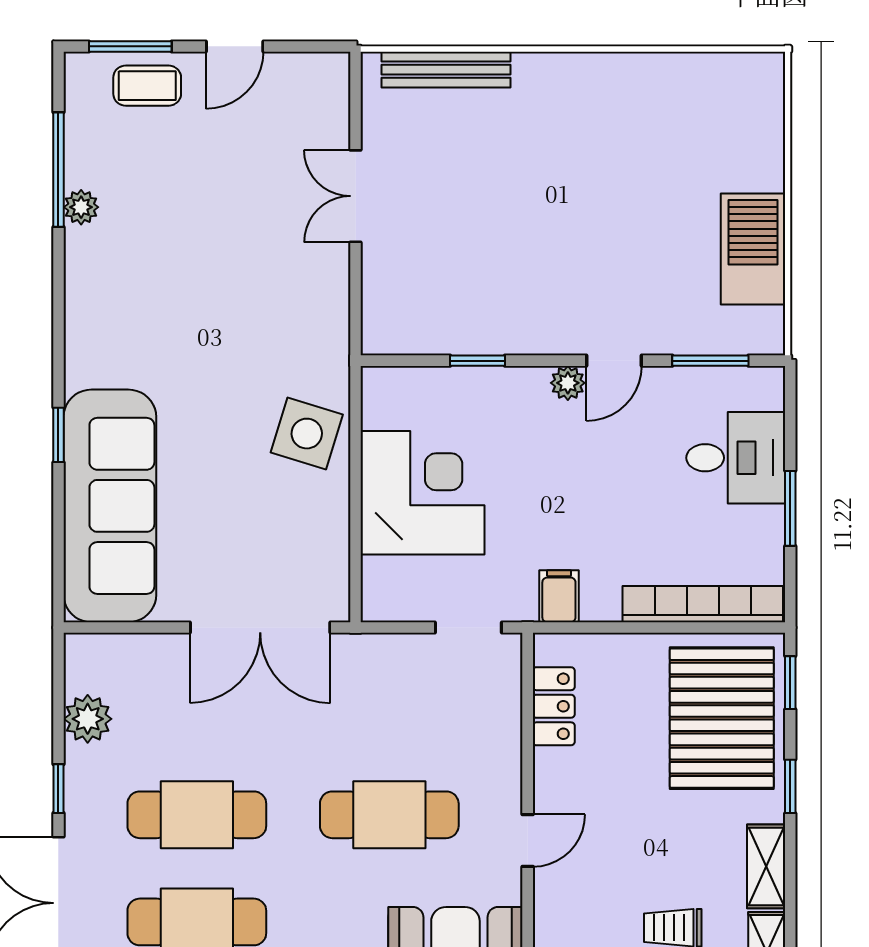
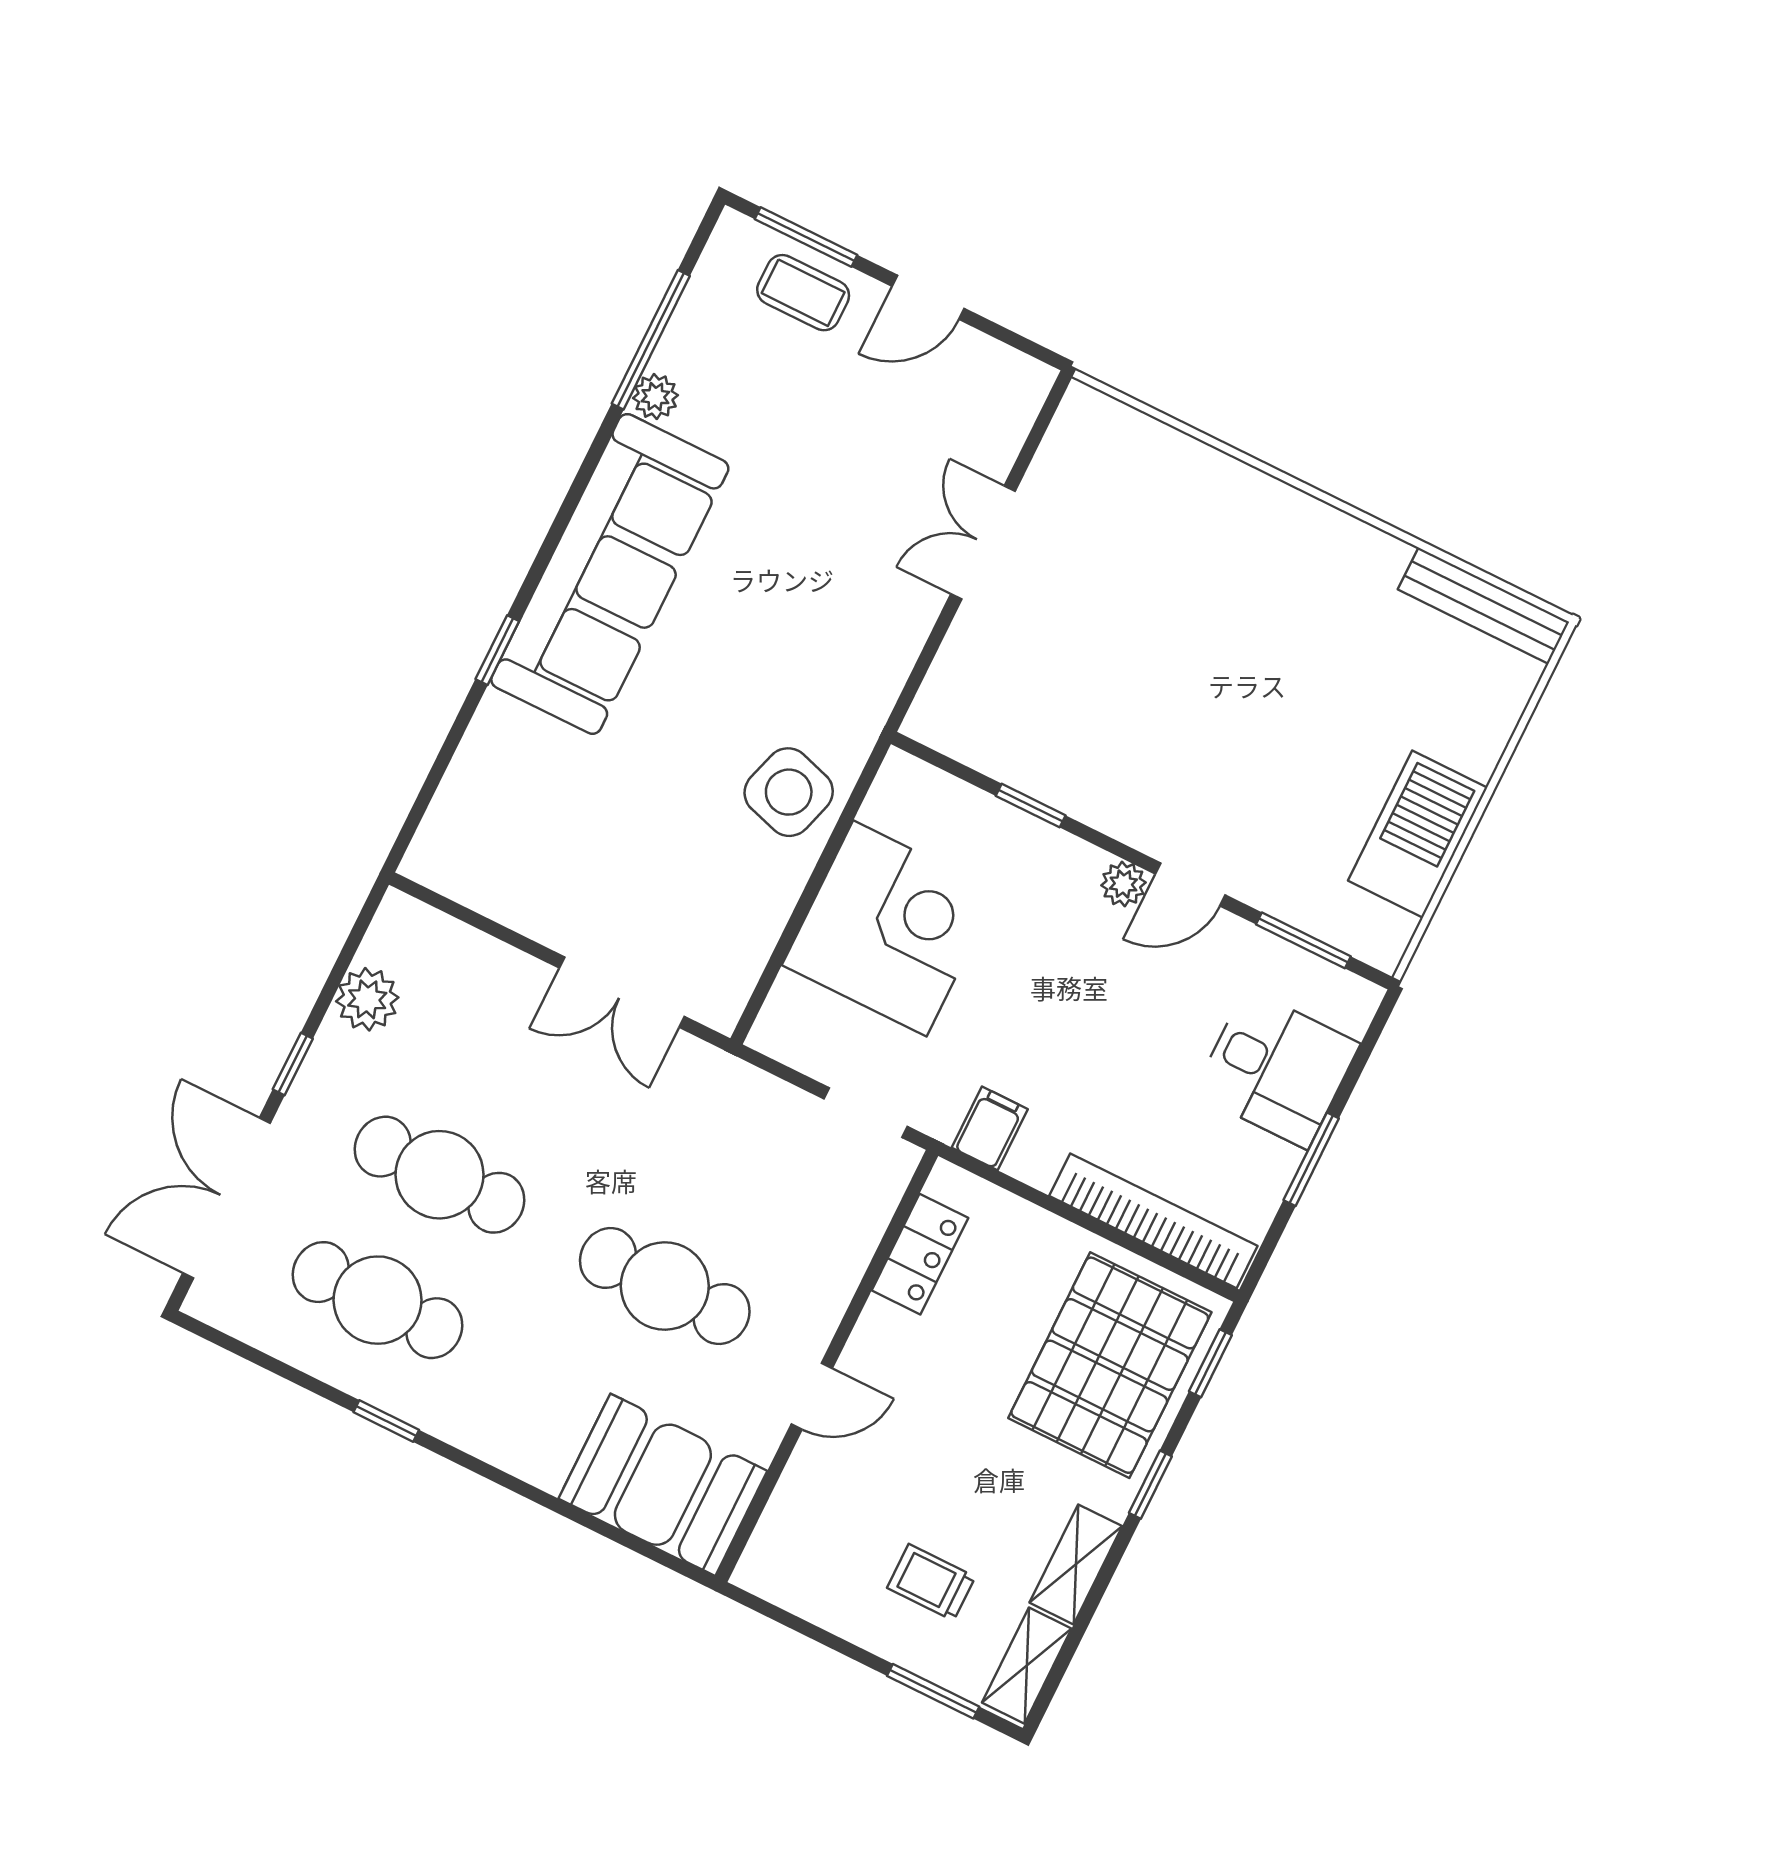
bench: (446, 70) -> (1483, 606), moved
sofa: (110, 506) -> (610, 574), moved
double door: (260, 628) -> (622, 992), width x0.73

